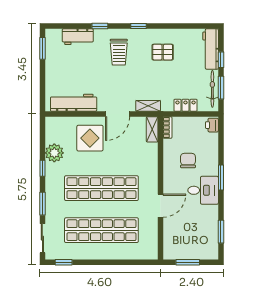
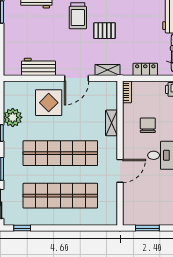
pallet: (163, 52) -> (105, 31), moved
workbench: (74, 103) -> (38, 67), width x0.73
shelving: (152, 129) -> (112, 123), moved

